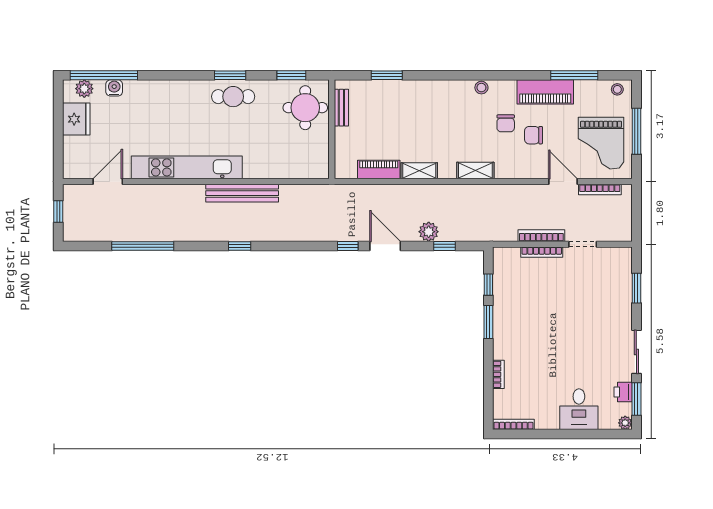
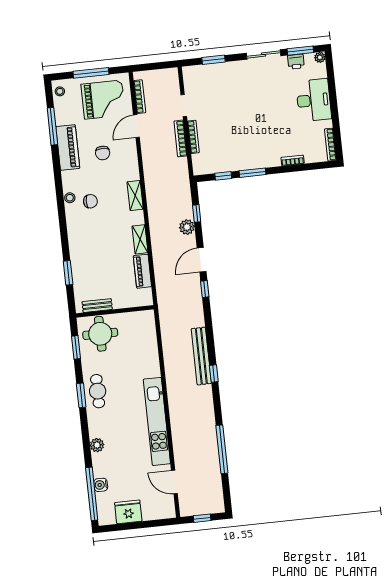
plant: (84, 89) -> (97, 445), moved
chair: (506, 123) -> (90, 201), moved
bench: (242, 193) -> (201, 356), moved
desk: (579, 409) -> (314, 100), width x1.37

